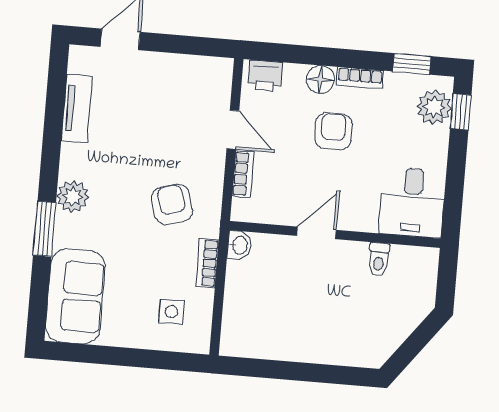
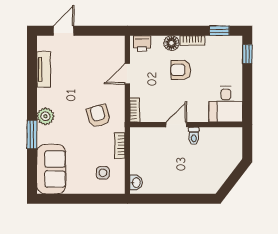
plant: (434, 107) -> (233, 53), removed
door: (233, 130) -> (127, 74), swing flipped
armchair: (333, 131) -> (181, 70), turned -90
bookcase: (243, 174) -> (135, 110), moved
washbasin: (239, 245) -> (136, 183), moved
toilet: (379, 259) -> (194, 136), moved

